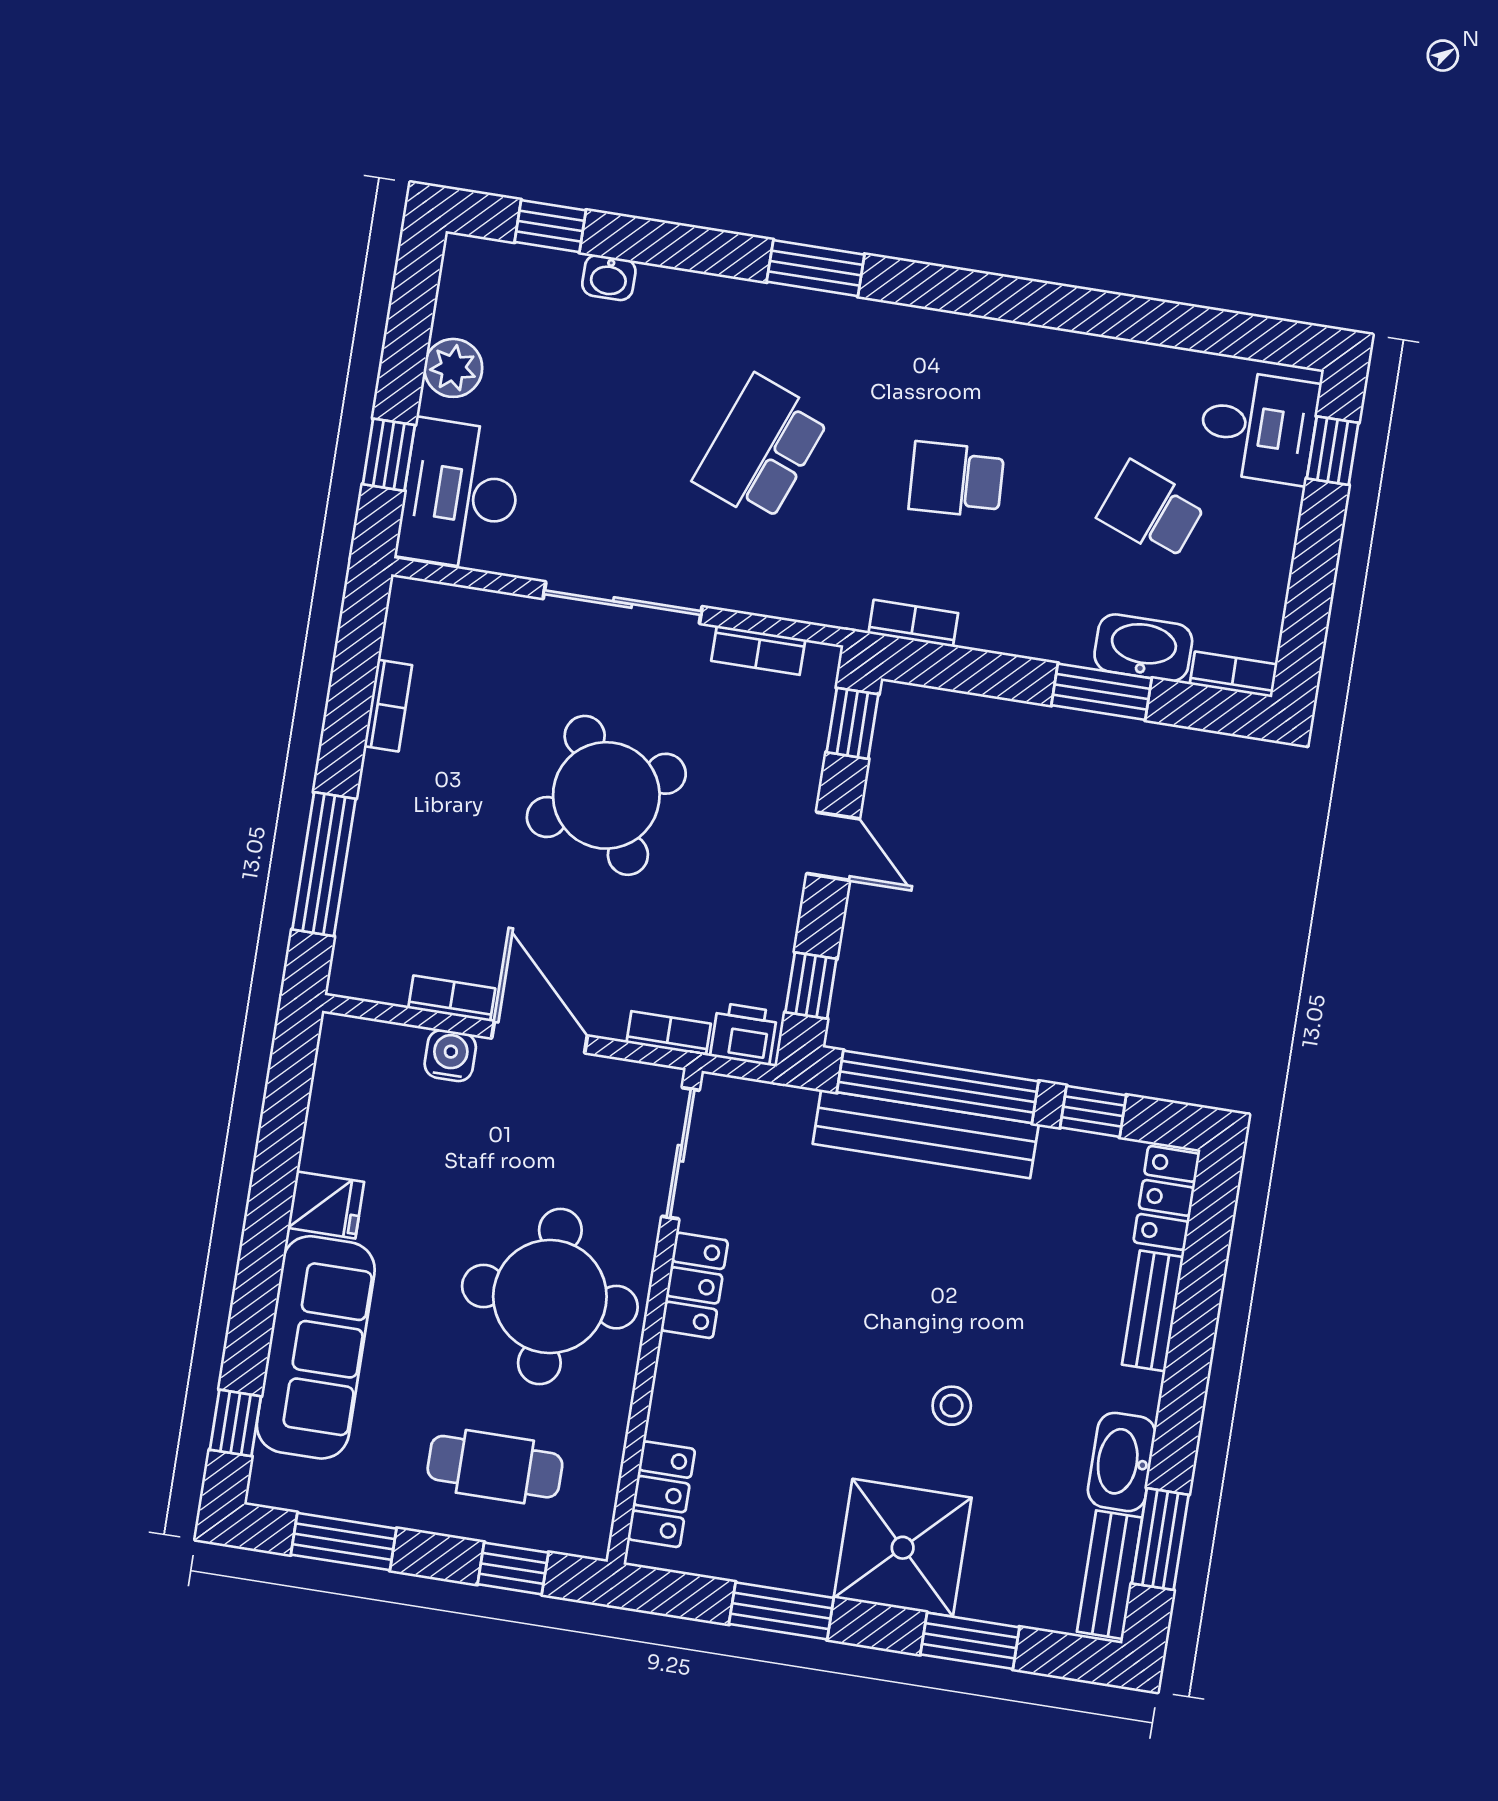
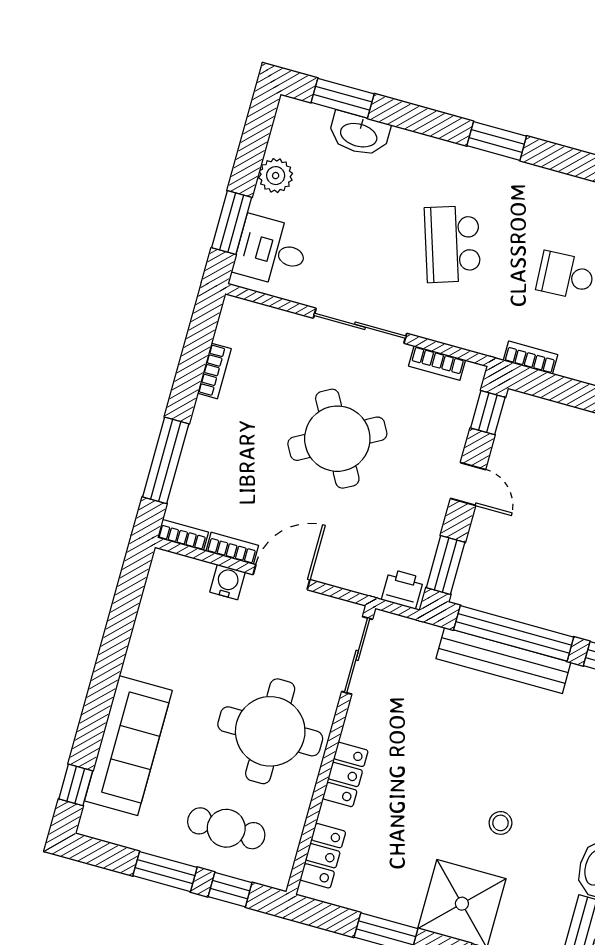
window: (550, 226) -> (343, 98), width x1.50
washbasin: (609, 278) -> (359, 134), width x1.91, depth x1.45
school desk: (761, 449) -> (452, 244), turned -39
window: (389, 455) -> (232, 223), width x1.50
desk: (460, 495) -> (271, 251), width x0.73
window: (811, 985) -> (446, 565), width x1.50
bookcase: (669, 1033) -> (183, 535), moved
door: (539, 1037) -> (282, 577), hinge flipped
fridge: (326, 1205) -> (144, 662), removed
locker: (694, 1285) -> (345, 775), moved
window: (344, 1542) -> (165, 872), moved

